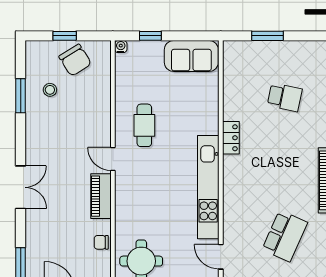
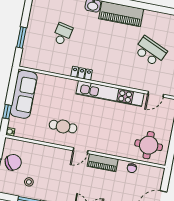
sofa: (191, 56) -> (24, 94), width x1.36

